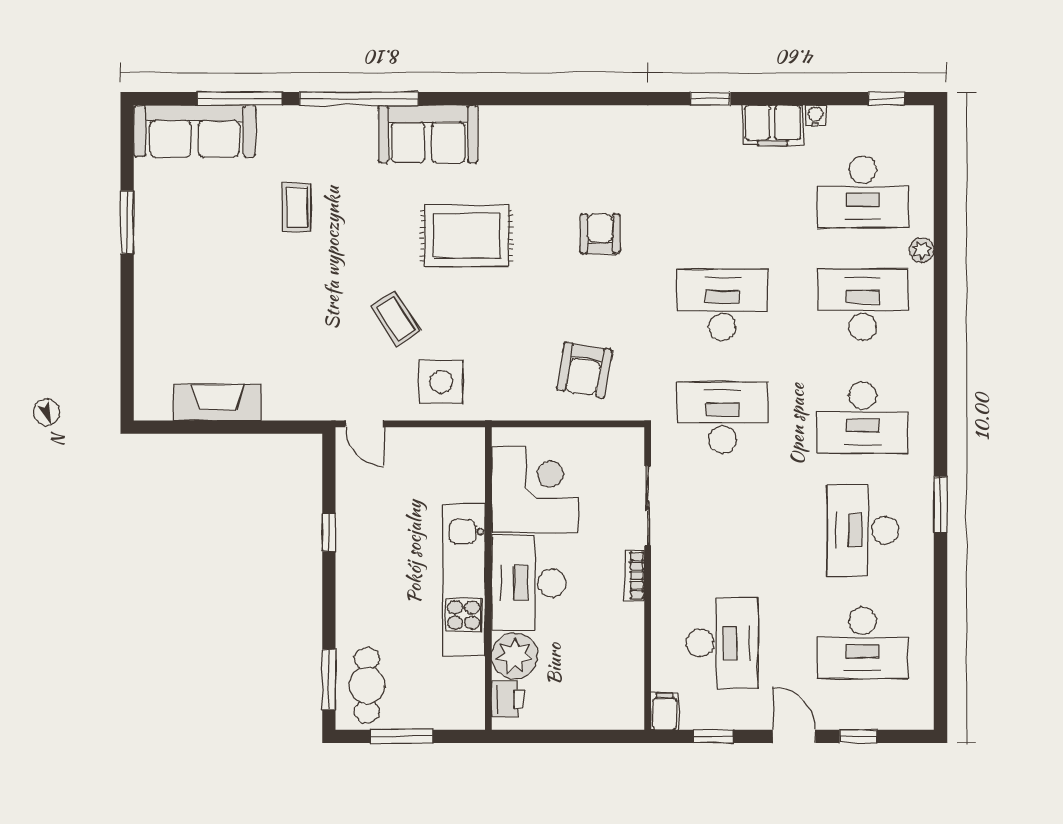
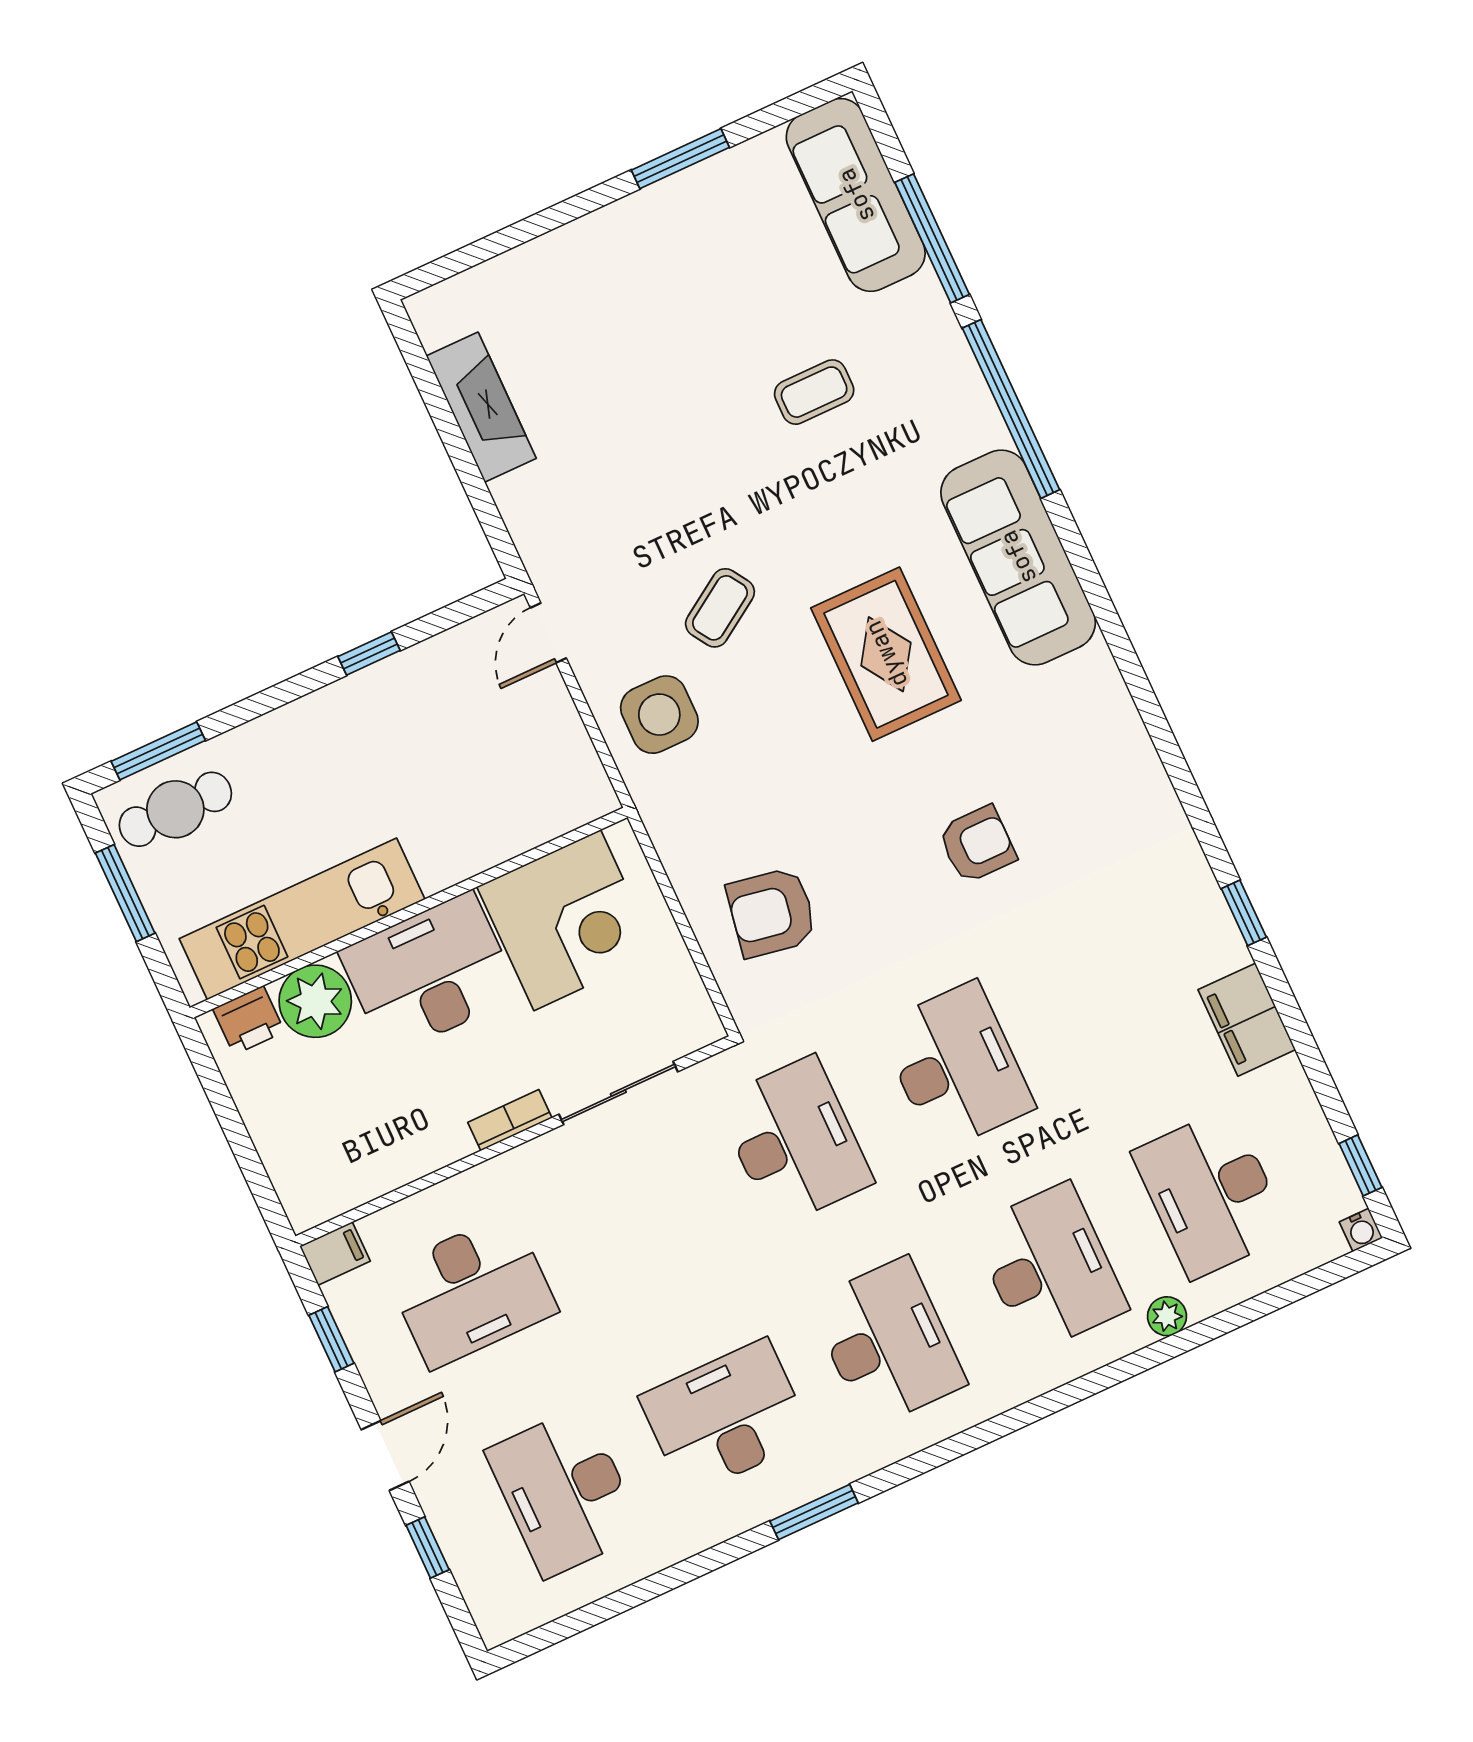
water cooler: (816, 116) -> (1361, 1230), moved, turned 90
sofa: (428, 134) -> (1018, 557), width x1.36
desk: (863, 417) -> (888, 1343), turned 180
kitchen unit: (464, 580) -> (302, 919), moved

